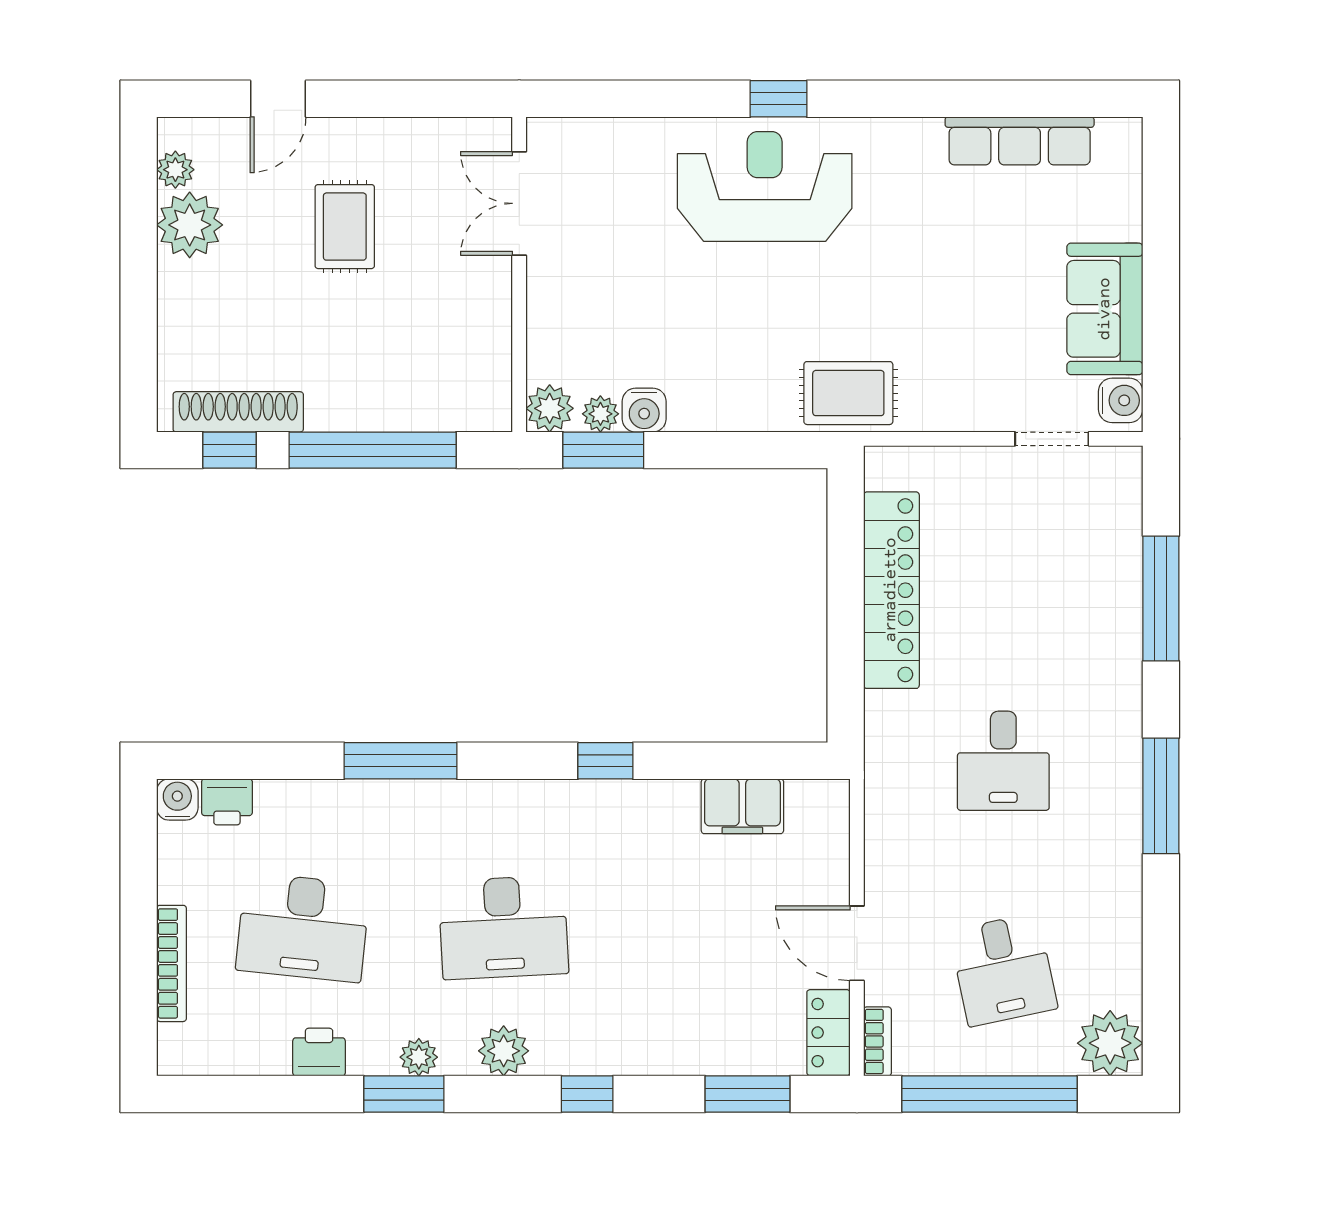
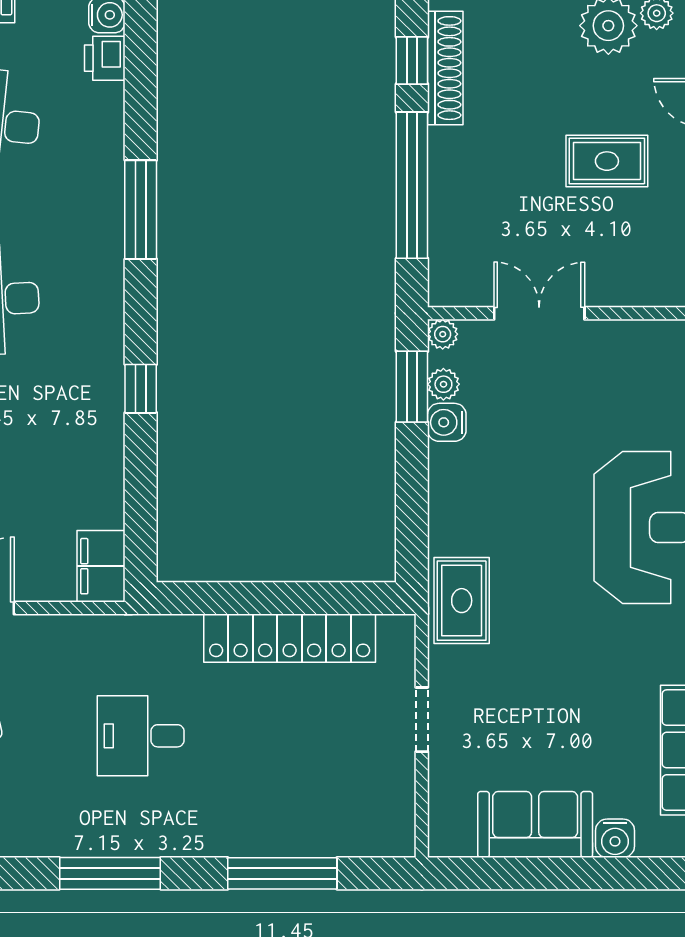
double door: (519, 203) -> (539, 313), moved
water cooler: (1121, 400) -> (615, 838), moved
plant: (550, 408) -> (443, 334), width x0.73, depth x0.73
doorway: (1052, 439) -> (422, 720), moved
filing cabinet: (742, 806) -> (101, 566), moved

